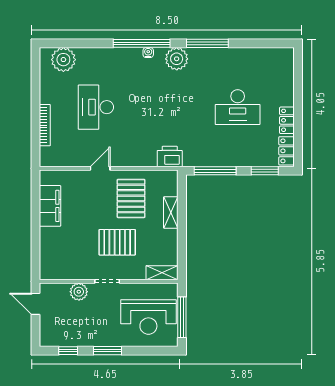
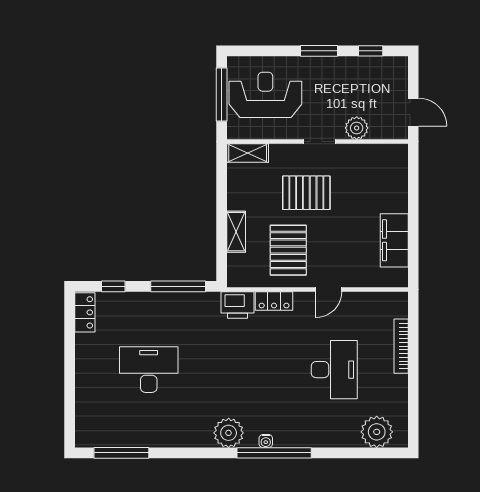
window: (207, 43) -> (121, 453), moved
locker: (287, 120) -> (274, 301), moved, turned 90
window: (265, 171) -> (113, 286), width x0.67

